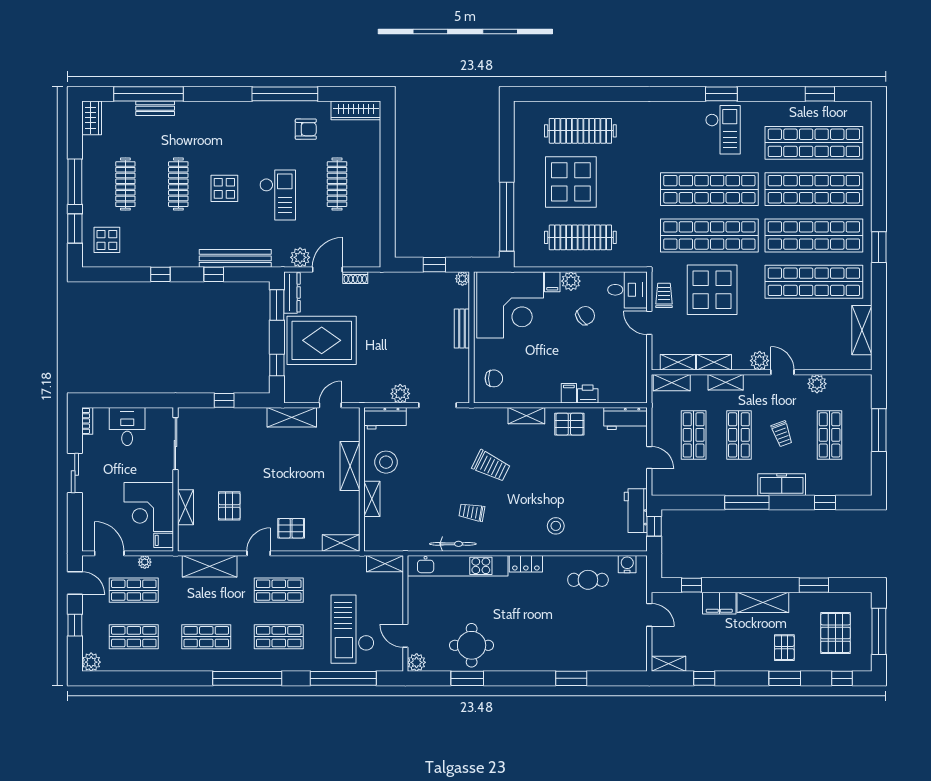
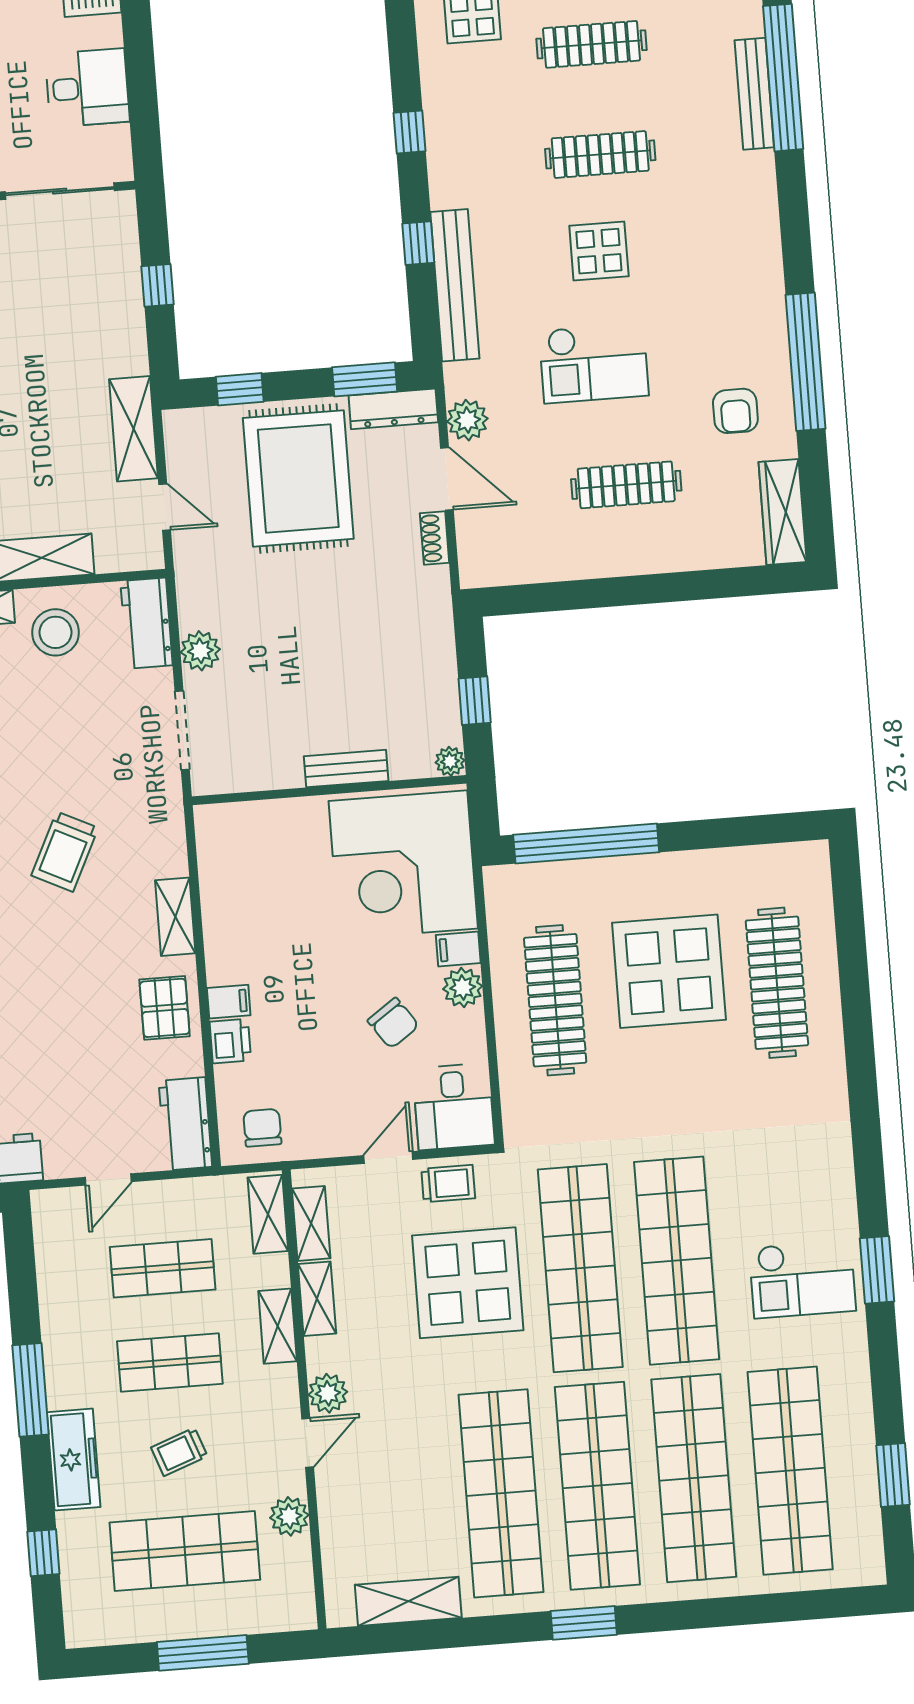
bench: (155, 108) -> (754, 94), width x1.36
chair: (494, 378) -> (262, 1128), moved, turned 180
shop shelf: (830, 435) -> (185, 1551), width x1.43, depth x1.36

